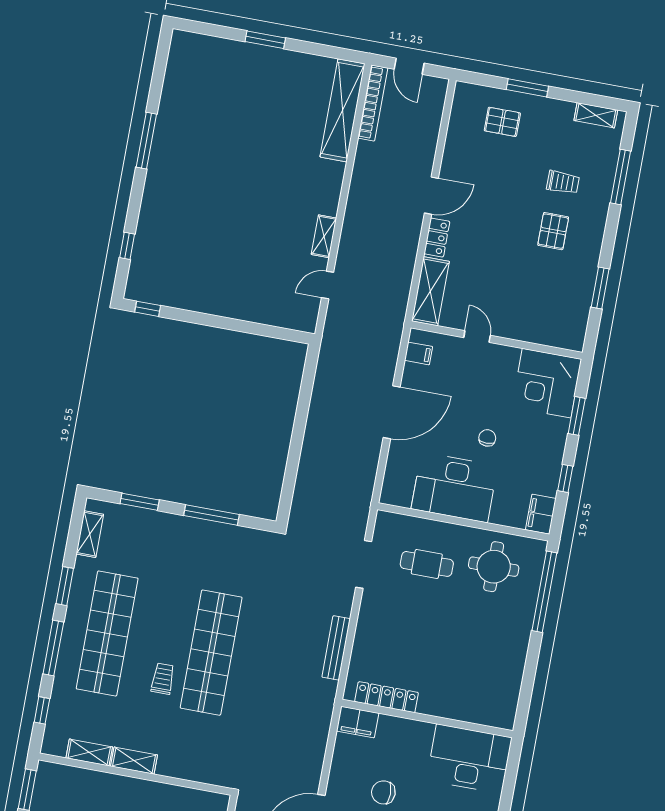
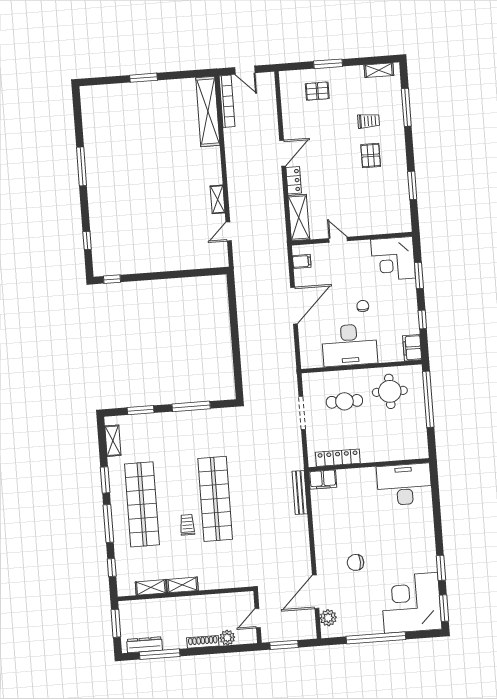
bench: (336, 648) -> (300, 492), moved
locker: (387, 697) -> (338, 458), moved
wall: (427, 718) -> (369, 465), moved
filing cabinet: (358, 722) -> (323, 480), moved
desk: (469, 759) -> (404, 484), moved

